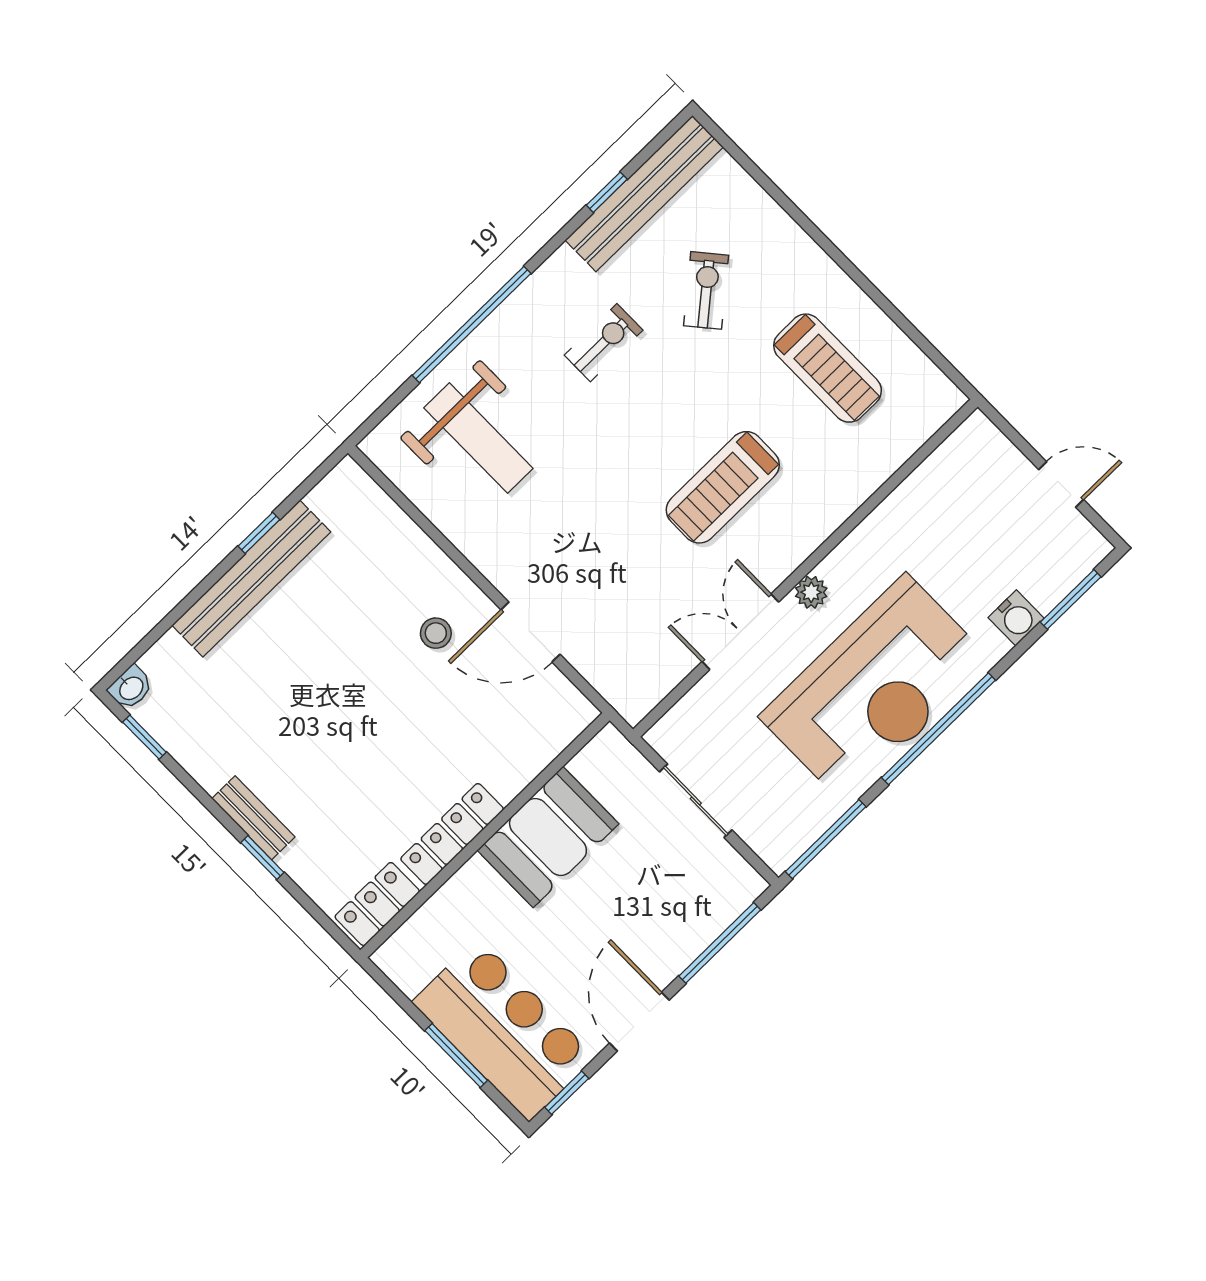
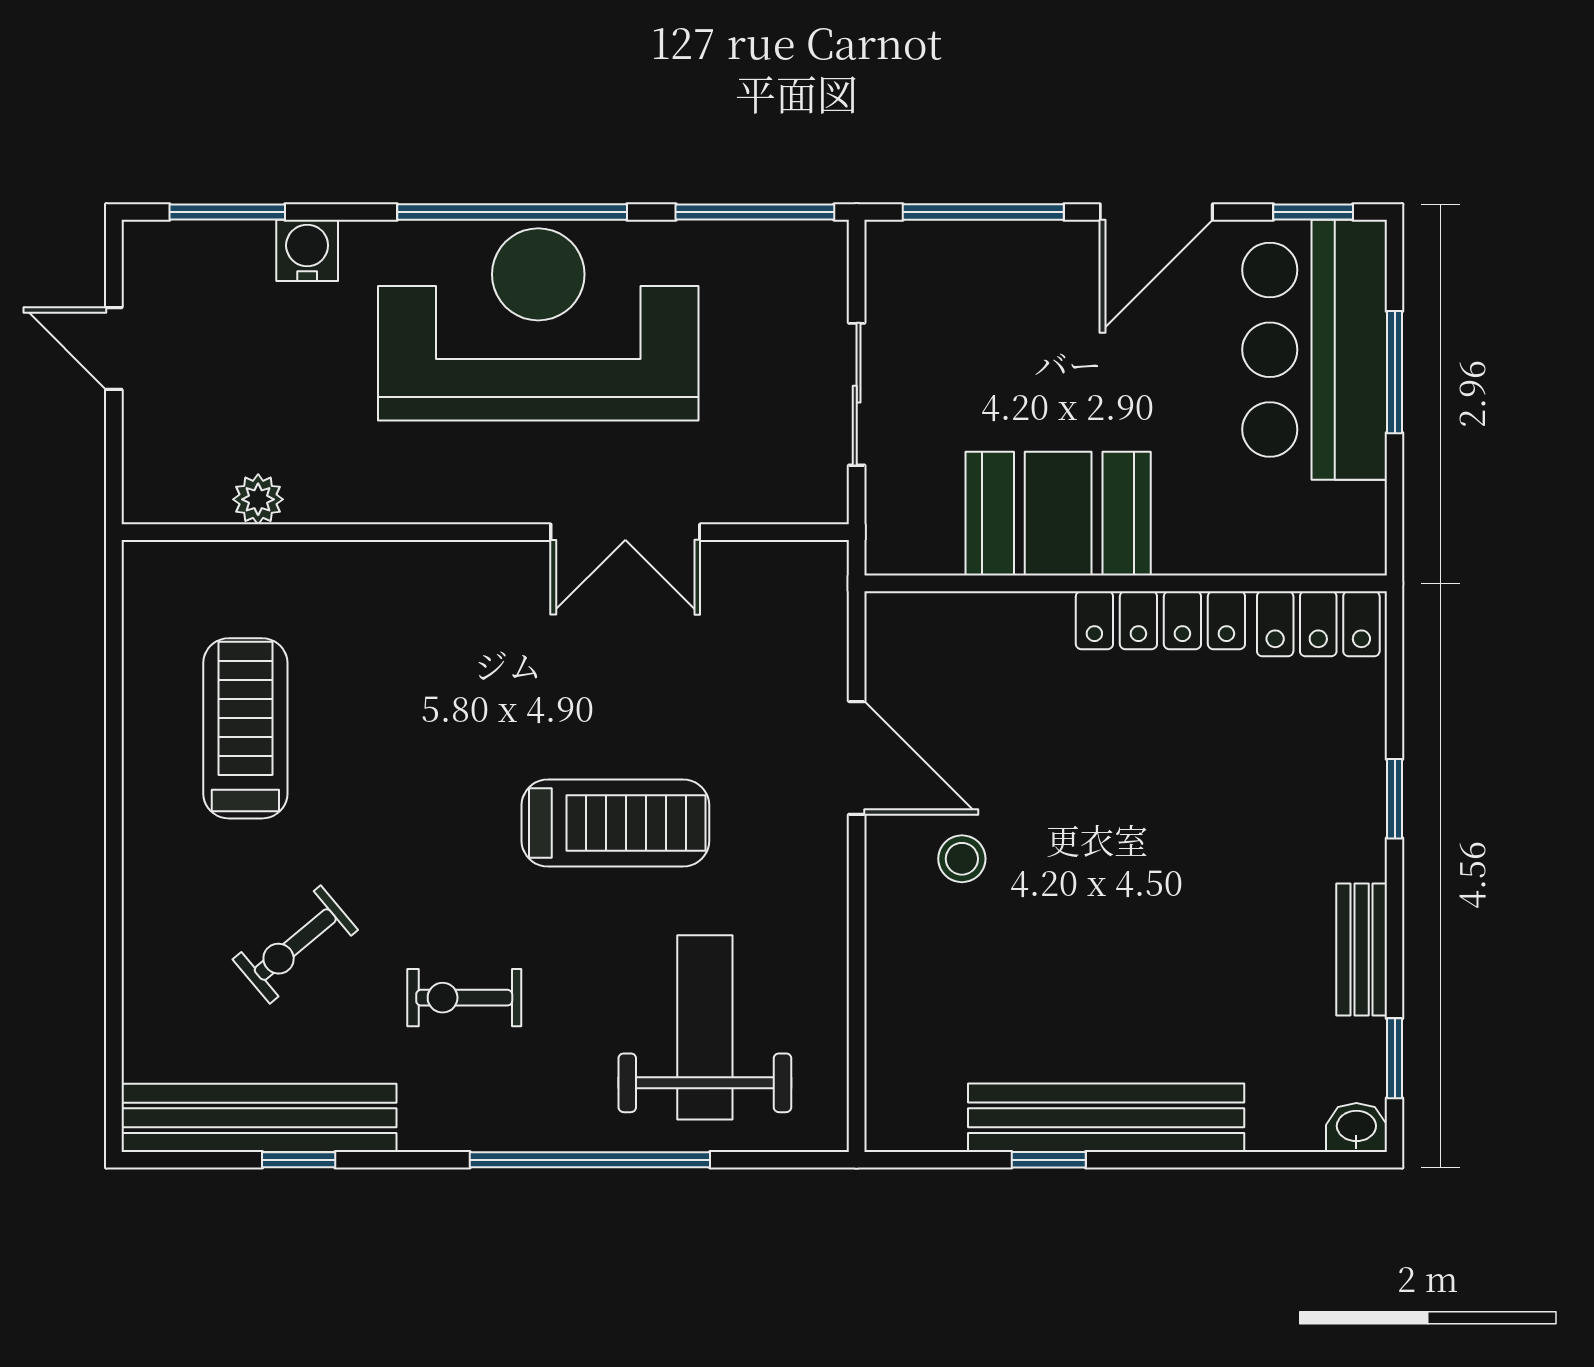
treadmill: (723, 487) -> (615, 823), moved
plant: (811, 592) -> (258, 499), moved
bench: (253, 818) -> (1362, 950), moved

